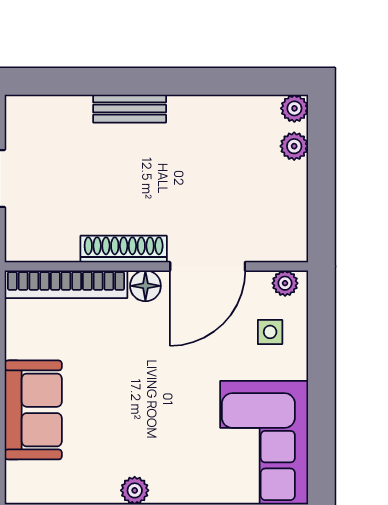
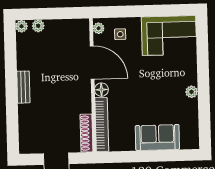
bench: (130, 109) -> (23, 87), moved
shoe rack: (124, 249) -> (86, 133), moved

